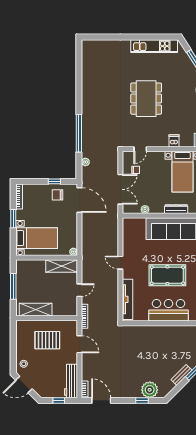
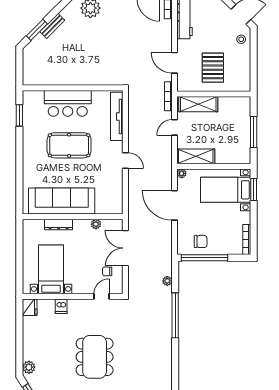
window: (54, 181) -> (204, 258), width x3.17
door: (79, 200) -> (174, 205), moved
window: (13, 219) -> (254, 190), moved
shelving: (36, 310) -> (198, 104), moved
pallet: (47, 340) -> (213, 68), turned 90

